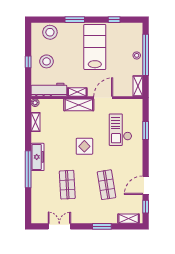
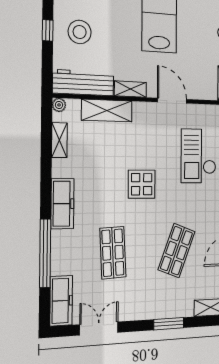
door: (103, 98) -> (172, 101), hinge flipped
shelving: (79, 105) -> (107, 111), moved
window: (28, 169) -> (45, 253), moved
shop shelf: (106, 185) -> (176, 251), turned 30
freezer: (37, 210) -> (61, 301), added

